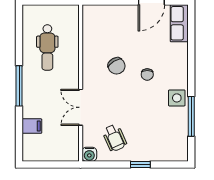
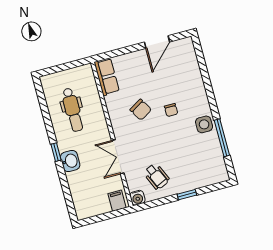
row of seats: (179, 23) -> (107, 77), moved, turned 180
window: (19, 86) -> (56, 152), width x0.46
washbasin: (31, 99) -> (70, 161), added
filing cabinet: (32, 126) -> (117, 201), moved, turned -90

